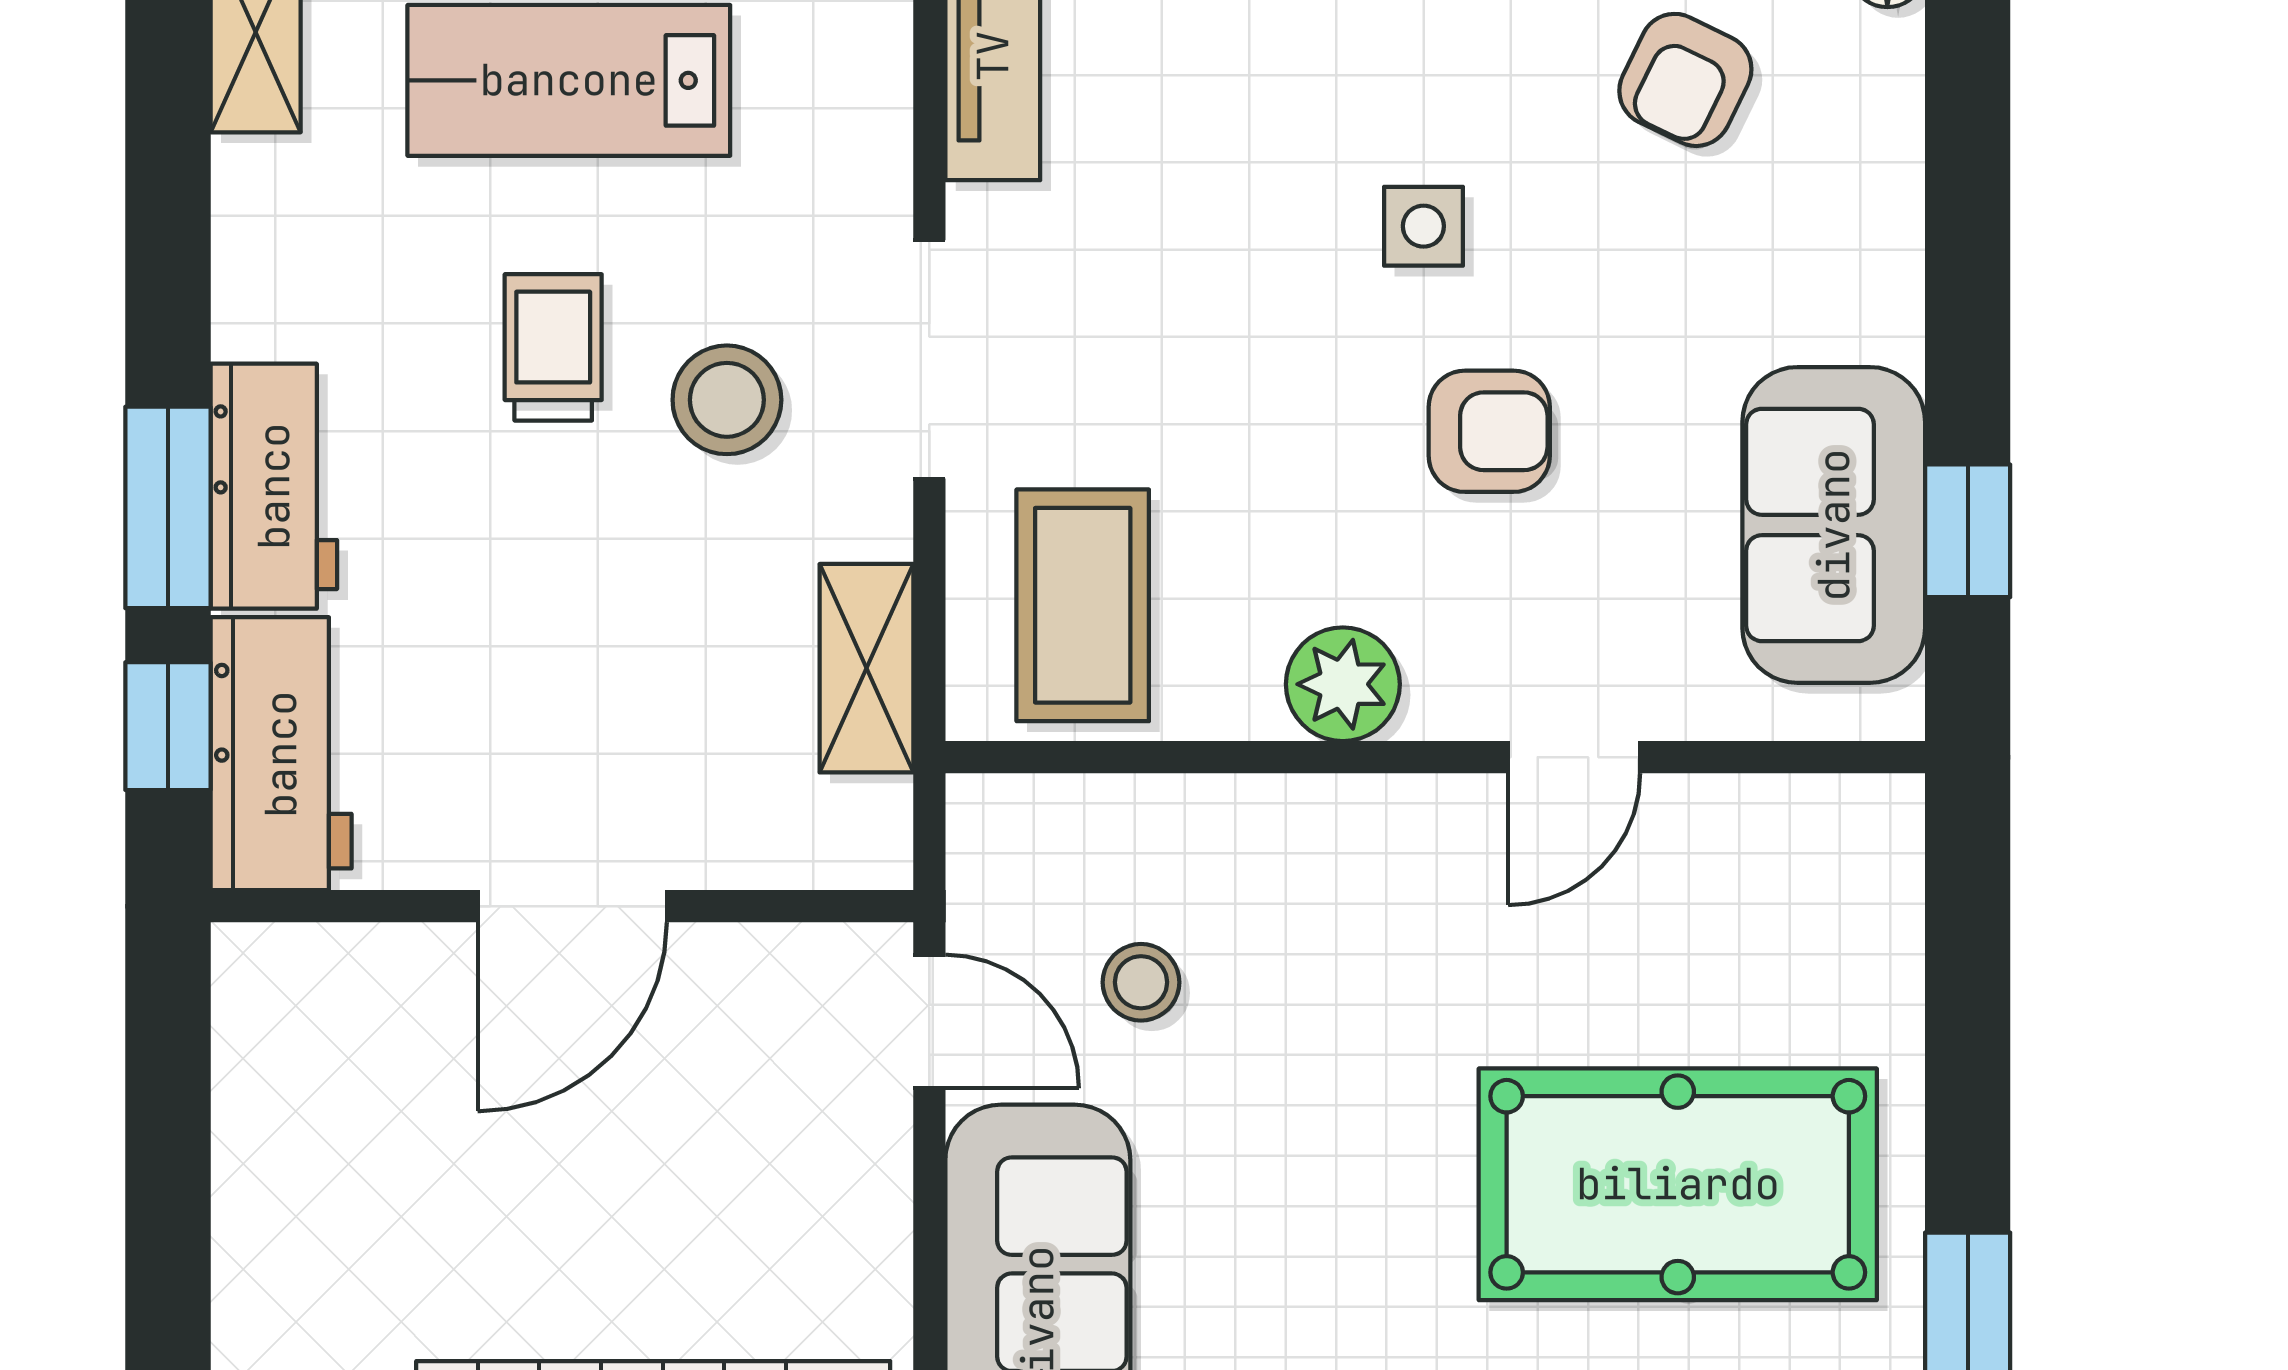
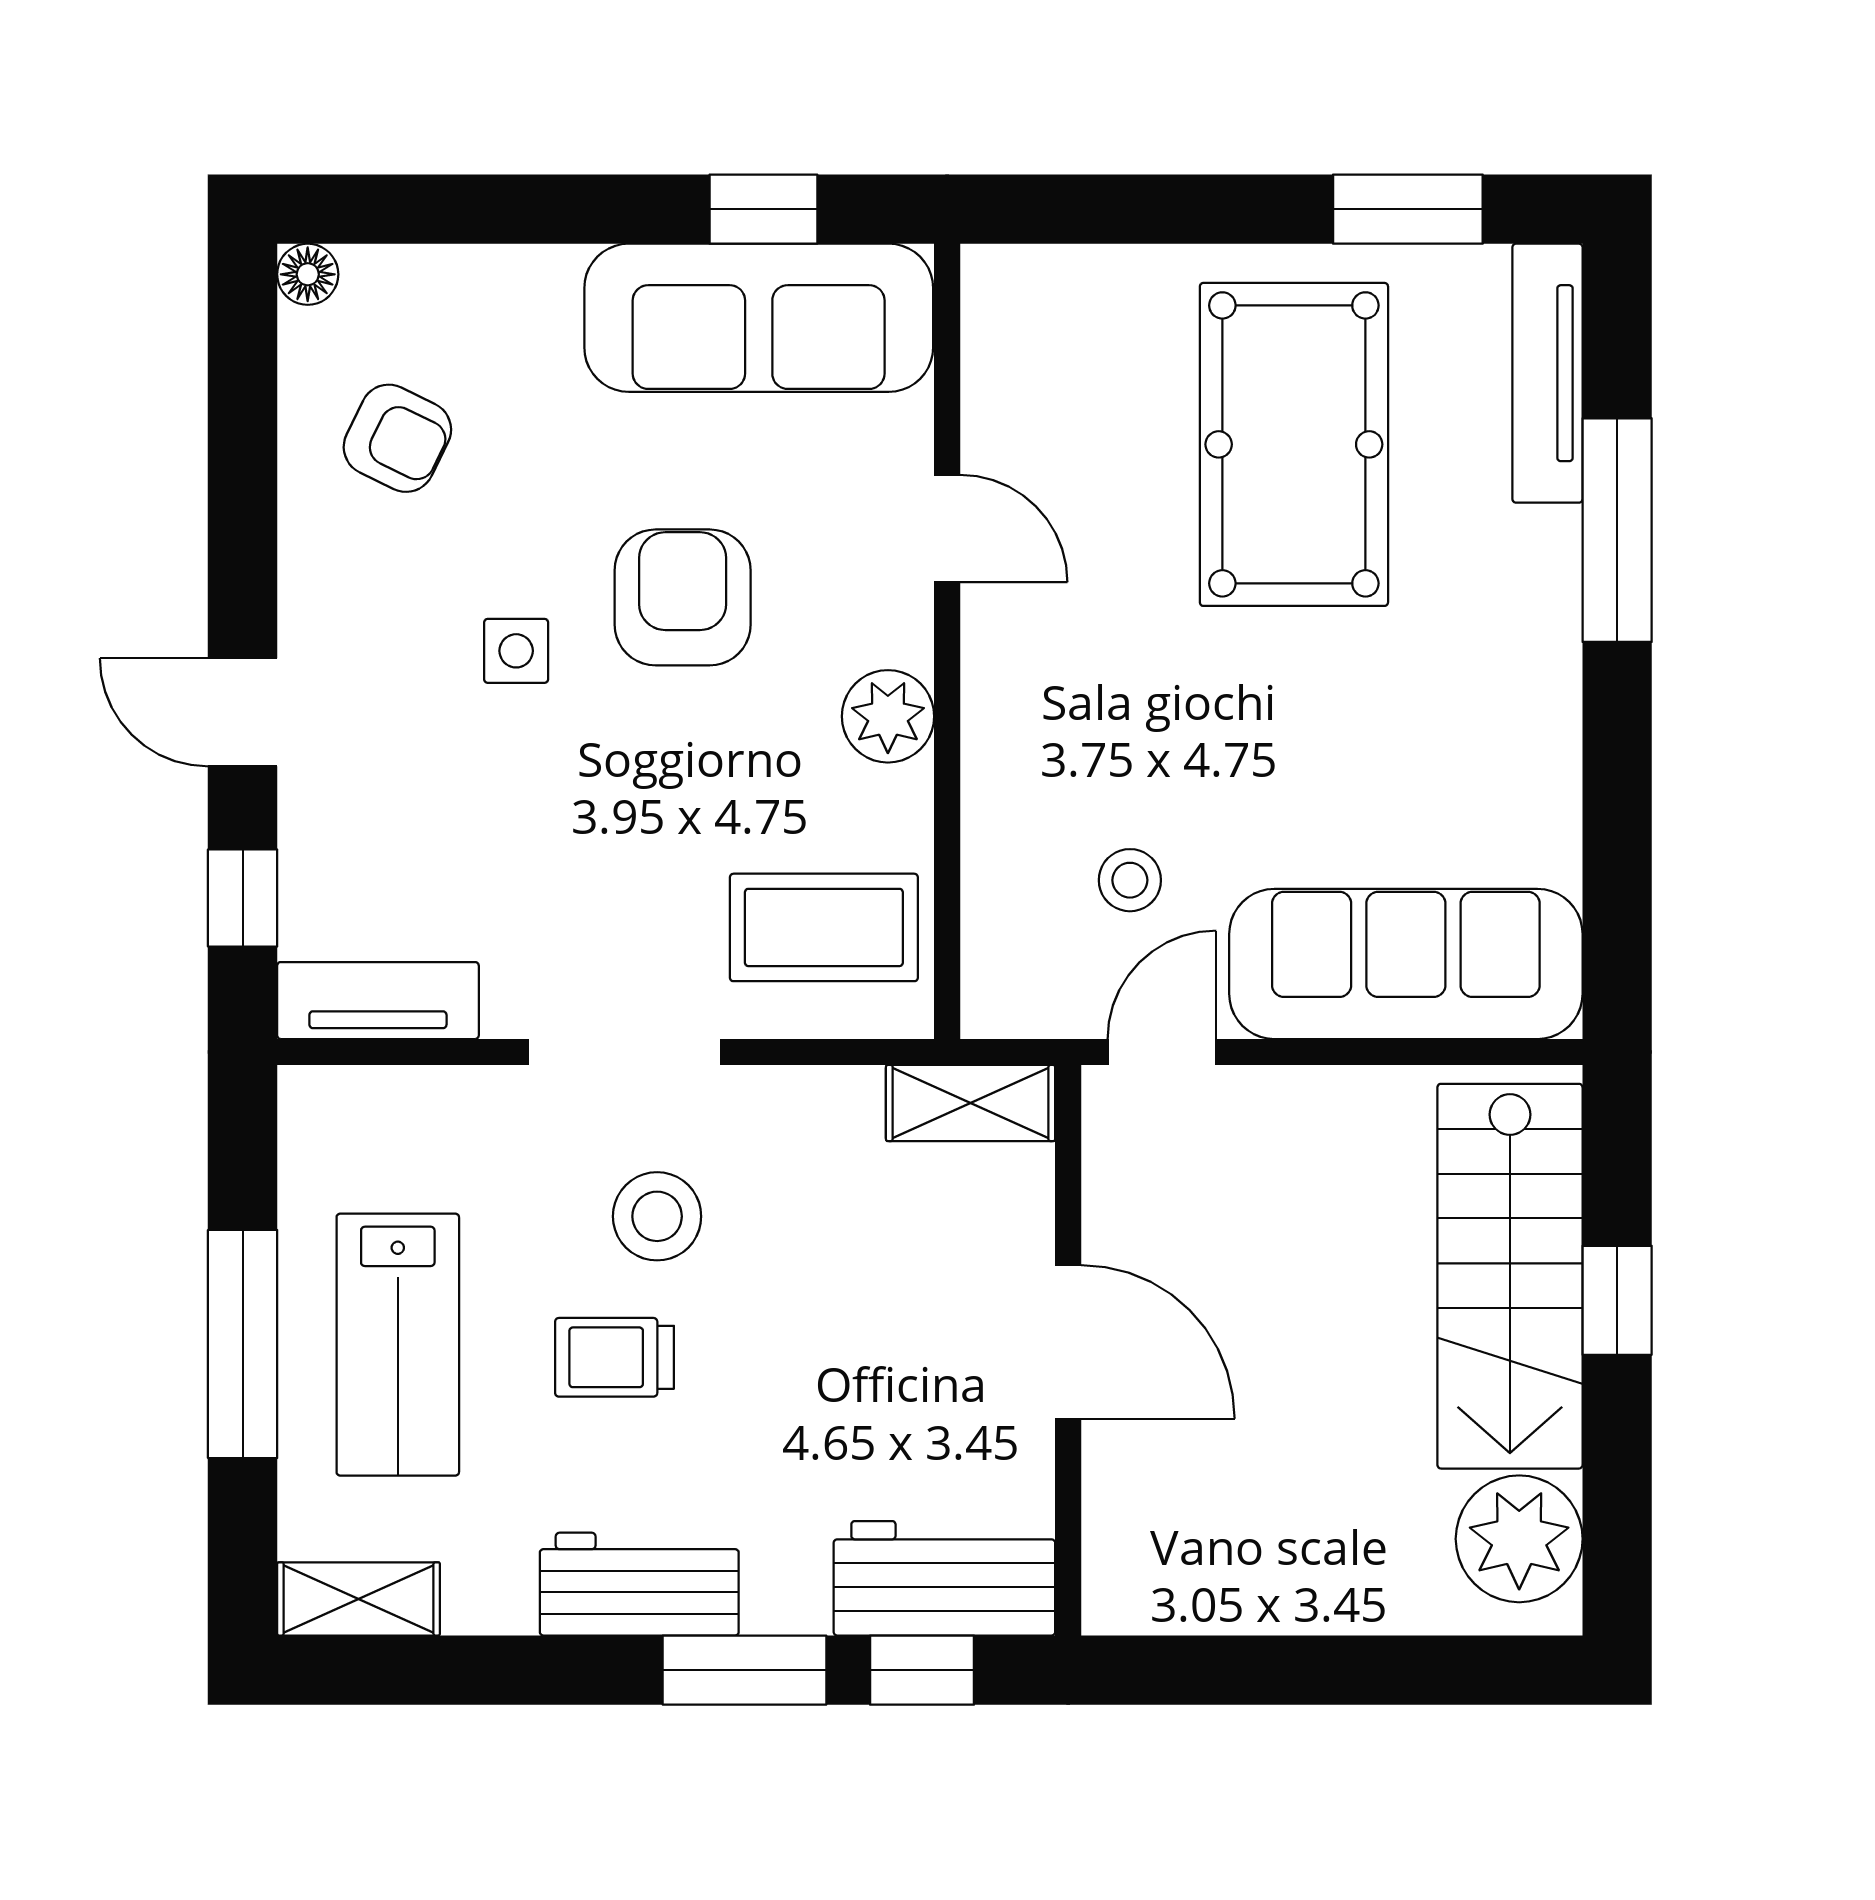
armchair: (1489, 431) -> (683, 597), width x1.38, depth x1.38
workbench: (274, 486) -> (639, 1584), moved
sofa: (1834, 525) -> (759, 318), width x1.36
shelving: (866, 668) -> (971, 1103), moved

